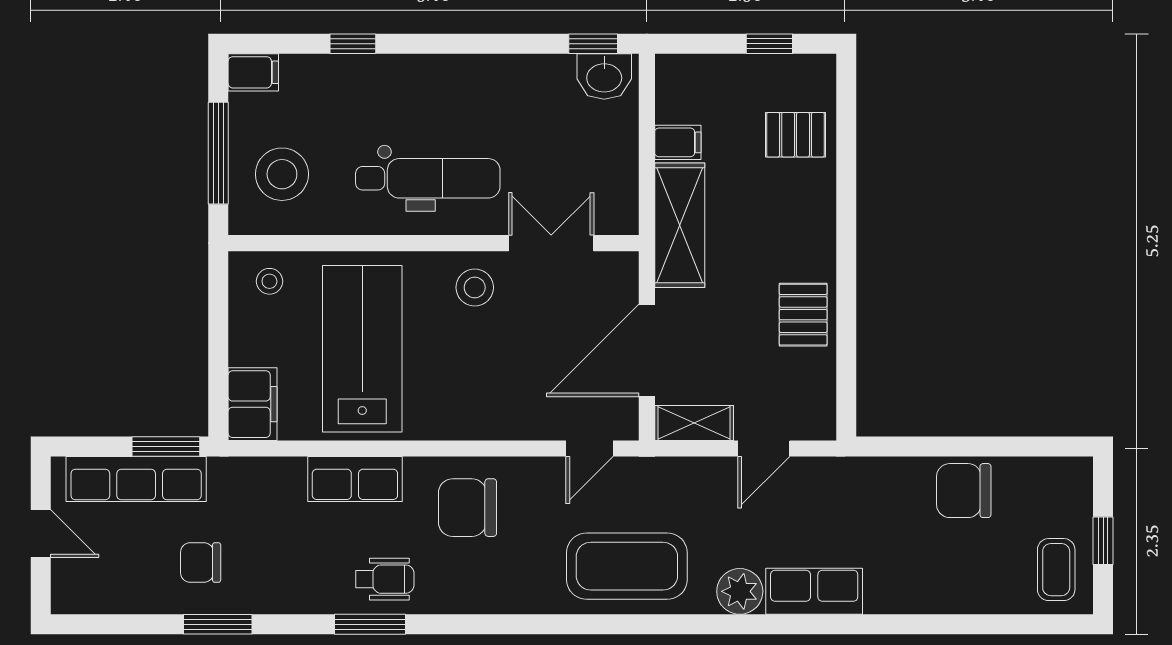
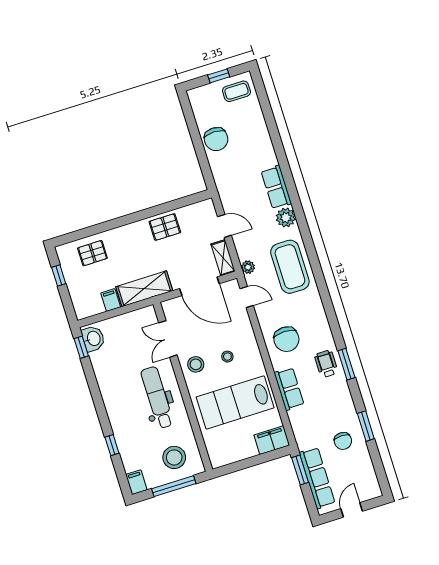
pallet: (796, 135) -> (92, 253), turned 90
stool: (269, 281) -> (227, 357), moved
plant: (655, 472) -> (248, 267), added

